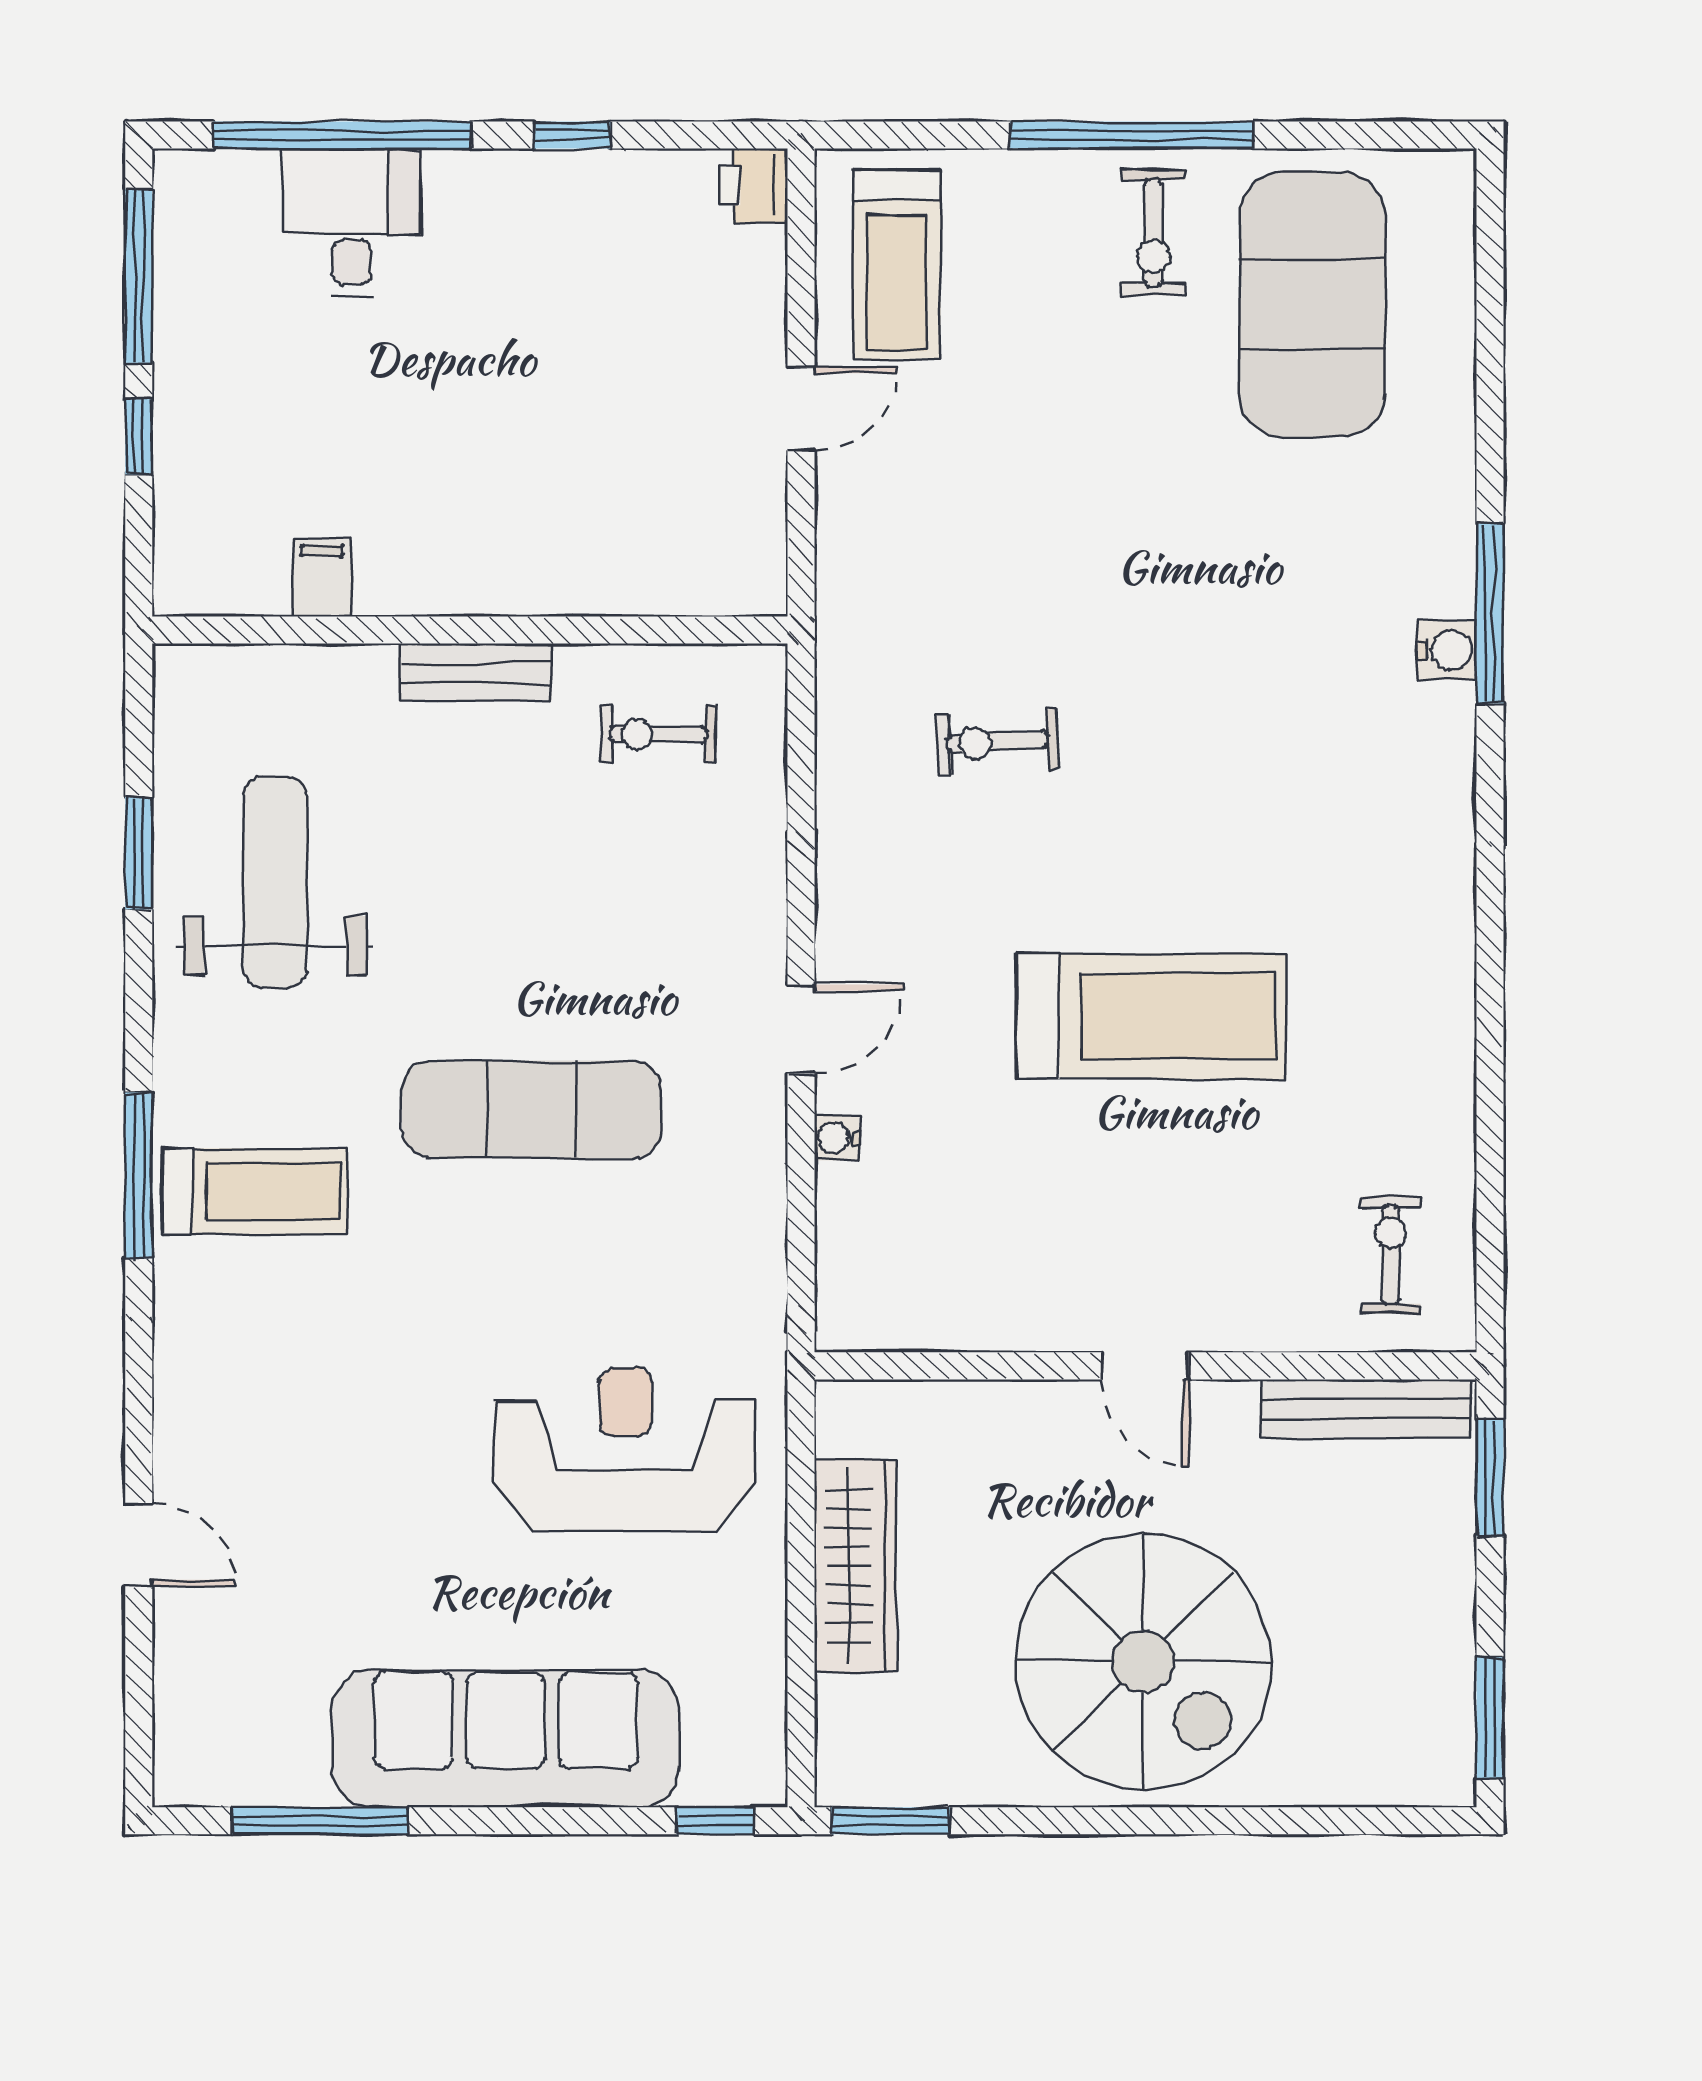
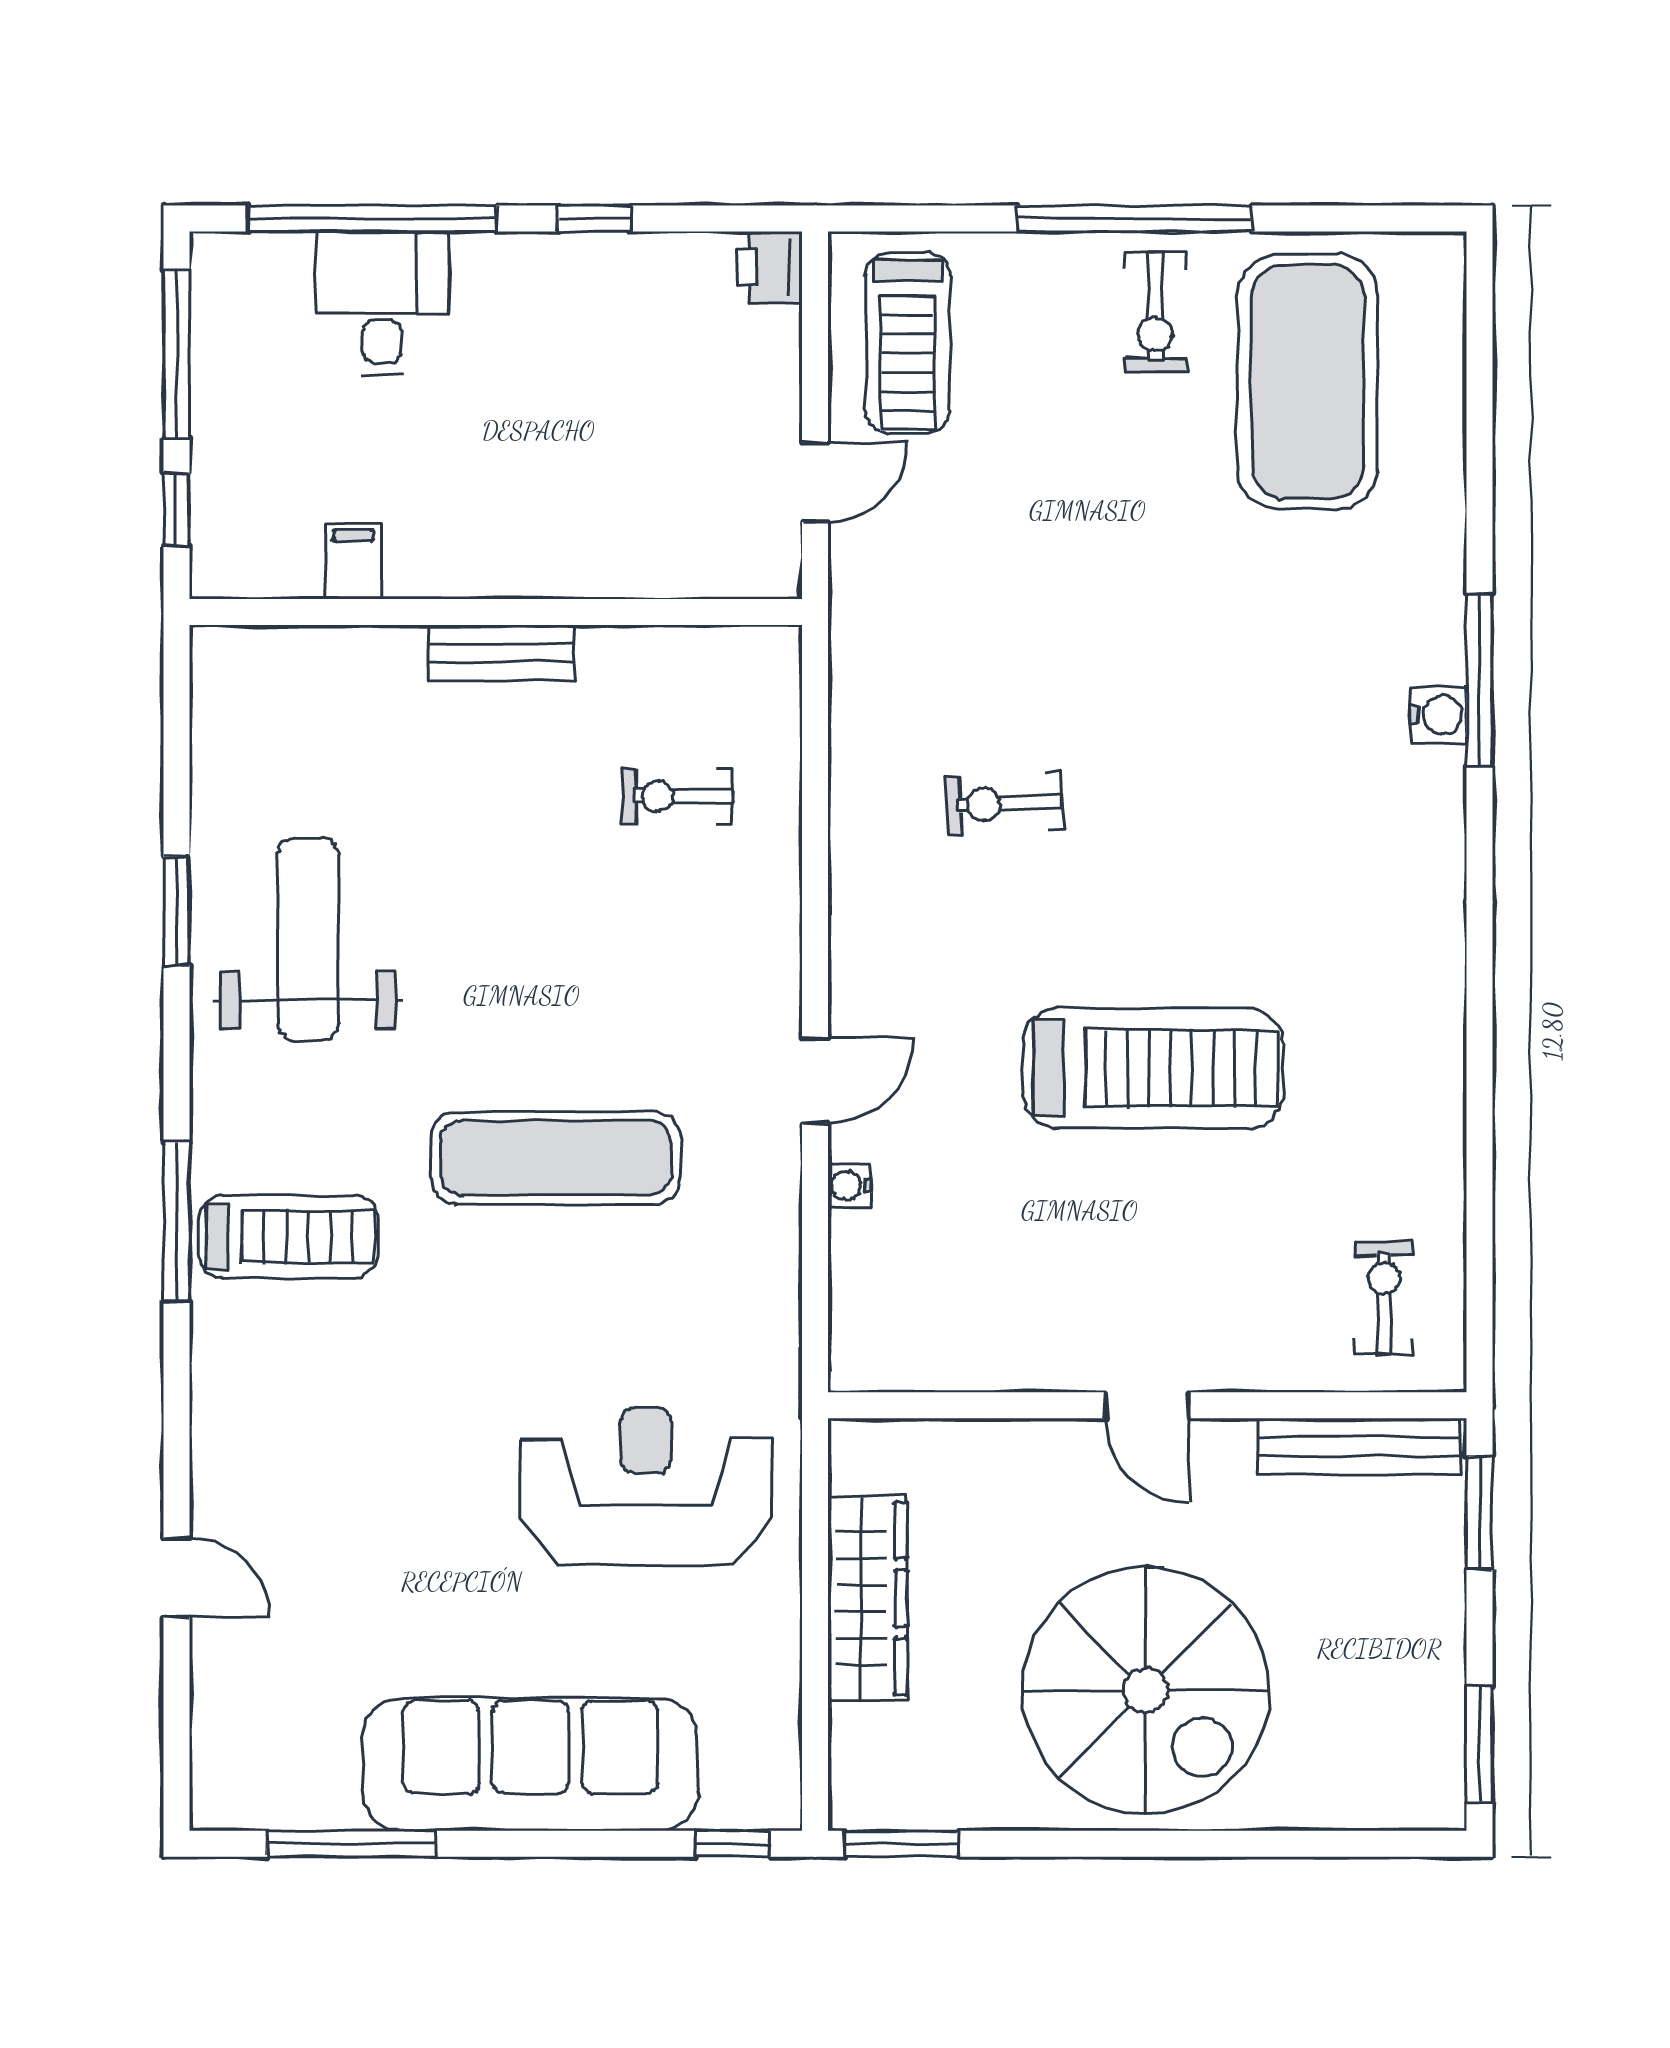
filing cabinet: (322, 578) -> (353, 562), moved
wall: (470, 630) -> (496, 612), moved
bench: (476, 672) -> (502, 653), moved

